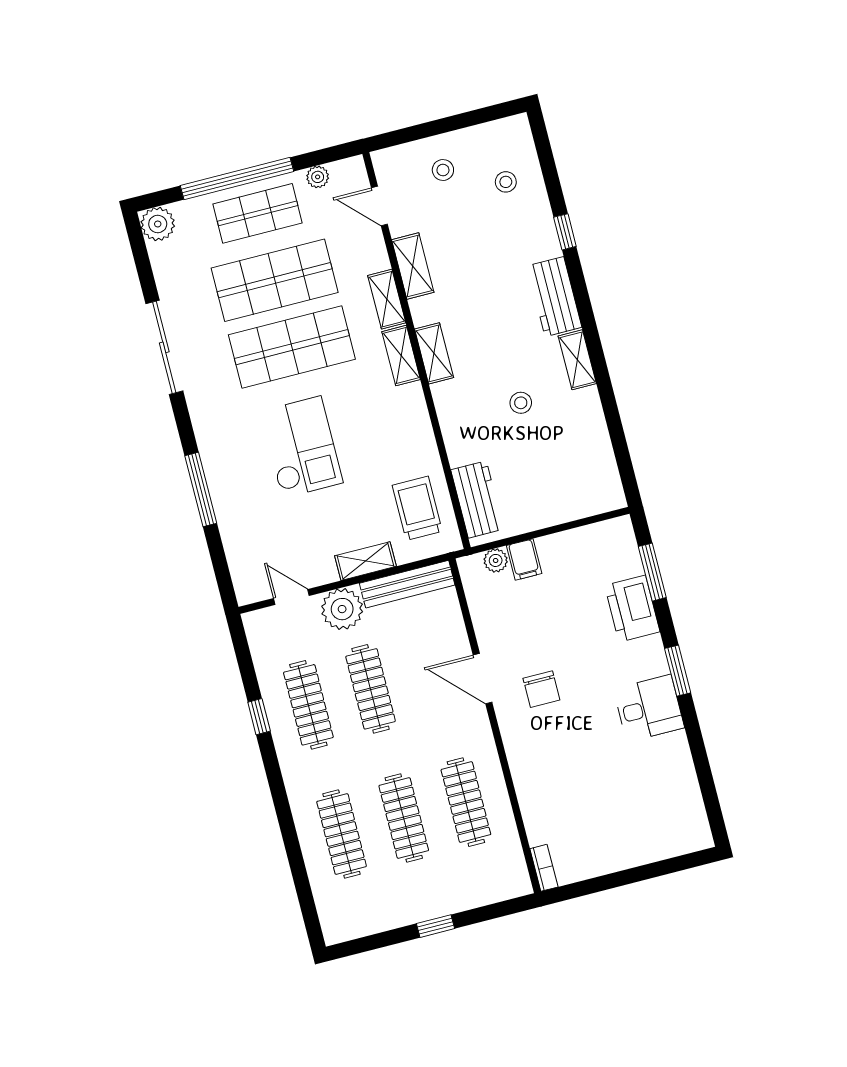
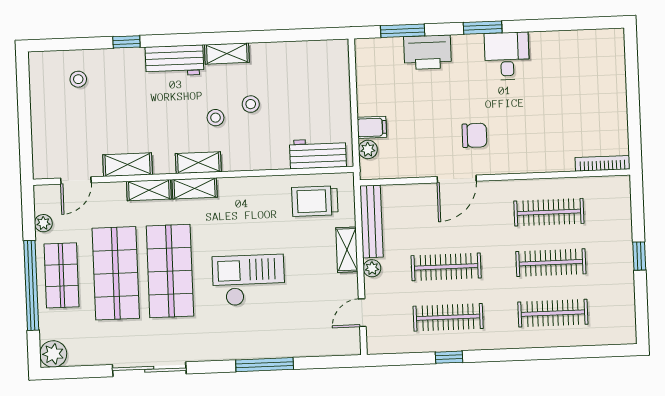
stool: (443, 170) -> (215, 118), moved
plant: (342, 609) -> (372, 268), width x0.53, depth x0.53
bookcase: (544, 868) -> (603, 163), width x1.56

